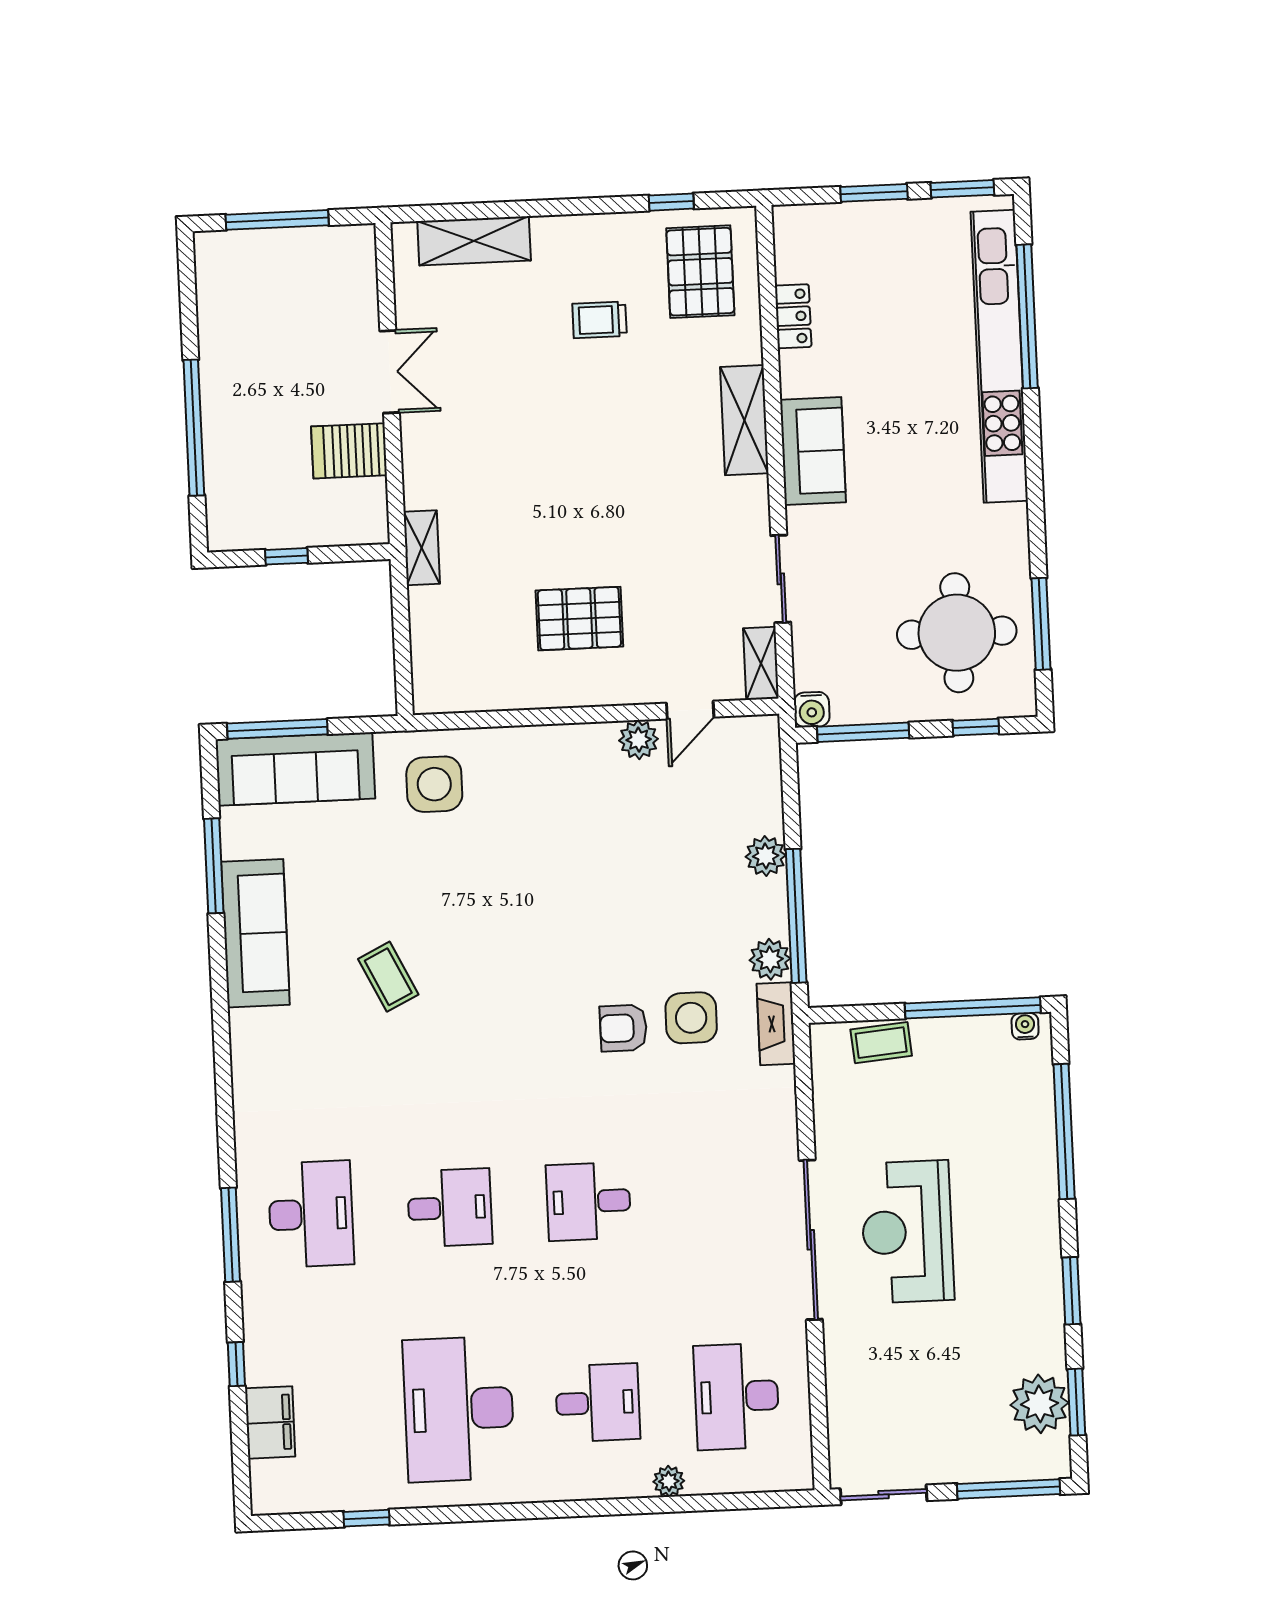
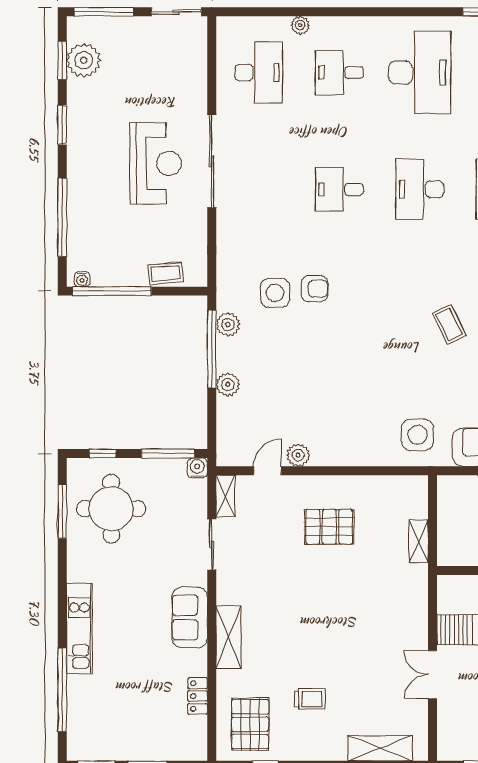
kitchen unit: (999, 356) -> (79, 628), width x0.54
shelving: (422, 548) -> (419, 541), moved
fireplace: (776, 1024) -> (226, 287), removed
desk: (589, 1201) -> (339, 189), turned 180
desk: (450, 1208) -> (420, 189), width x1.37

